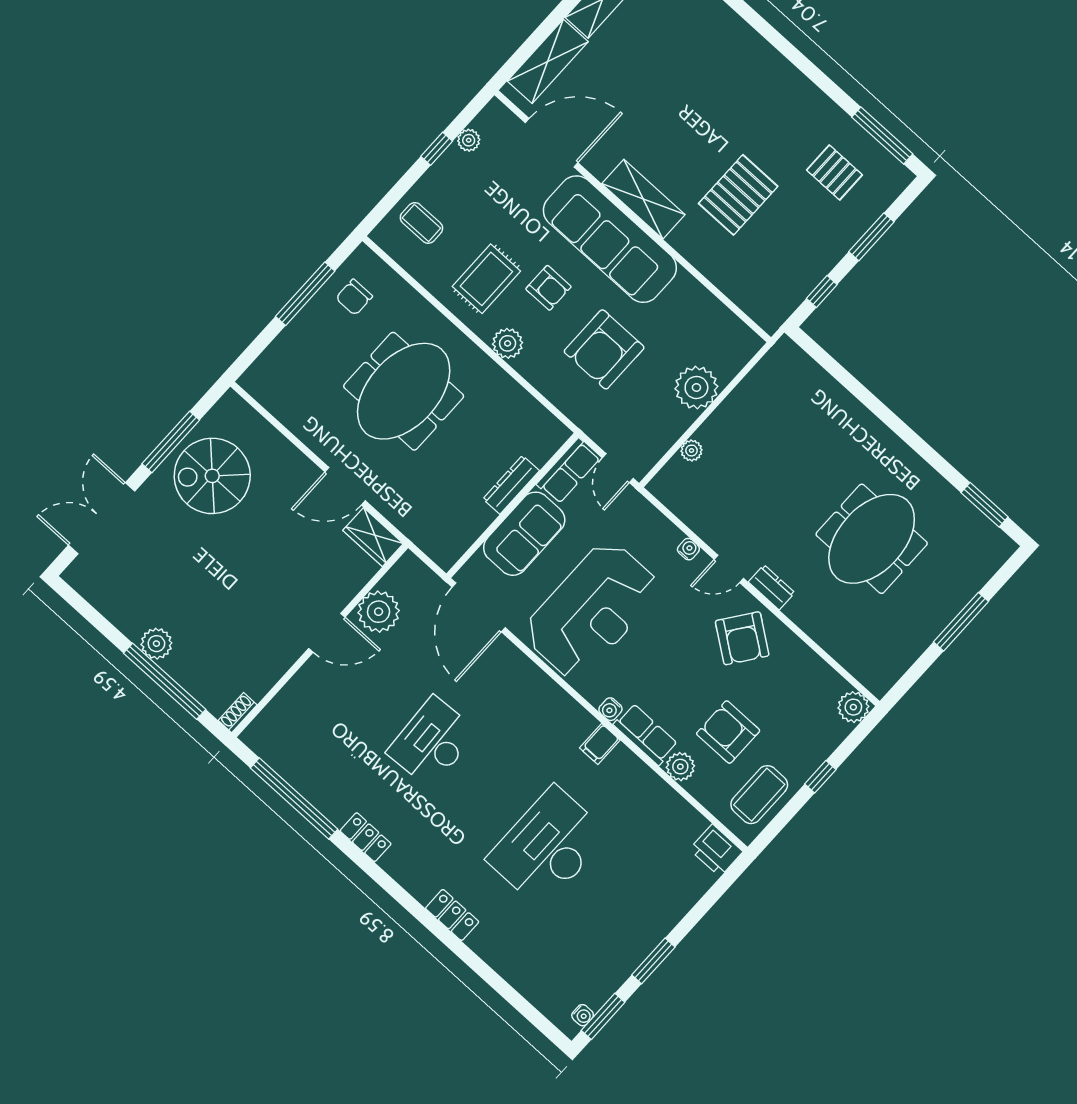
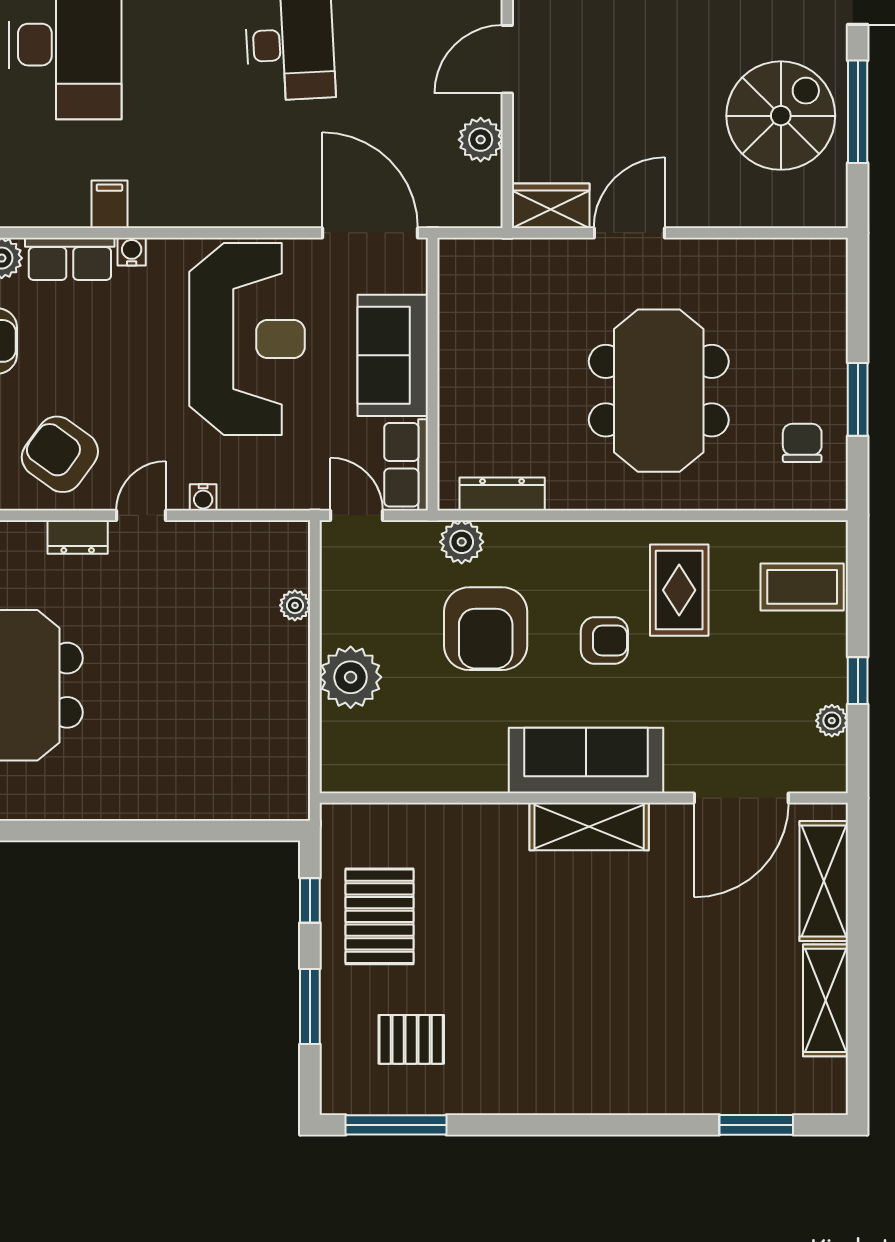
pallet: (738, 195) -> (380, 916), moved
coffee table: (421, 223) -> (802, 587), width x1.36, depth x1.30
sofa: (610, 239) -> (586, 761), width x0.74, depth x0.79
armchair: (548, 288) -> (604, 641), turned 180
window: (305, 294) -> (858, 399), width x0.69
plant: (508, 343) -> (462, 542), moved
armchair: (604, 349) -> (486, 629), turned 180
dresser: (511, 485) -> (502, 494), moved, turned -90
reception desk: (592, 610) -> (247, 339), turned 180
plant: (379, 612) -> (481, 140), width x0.73, depth x0.73

